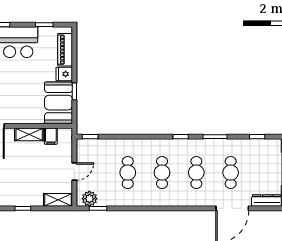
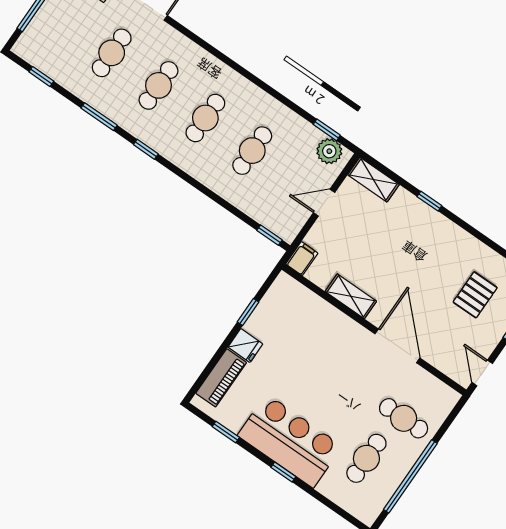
booth: (59, 103) -> (280, 312), removed
filing cabinet: (51, 136) -> (302, 259), moved

